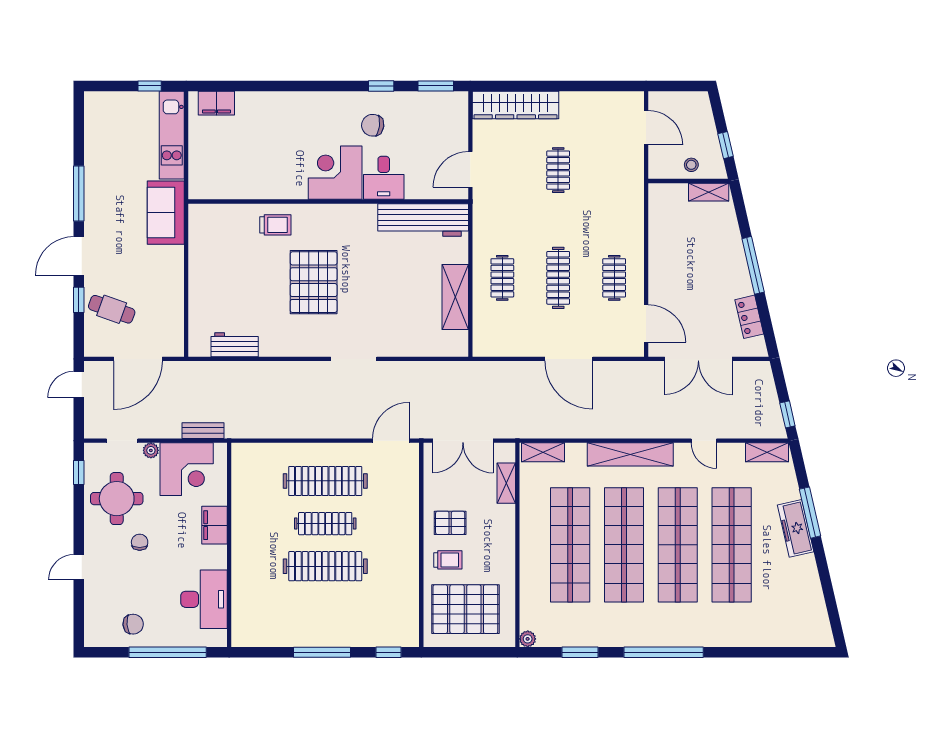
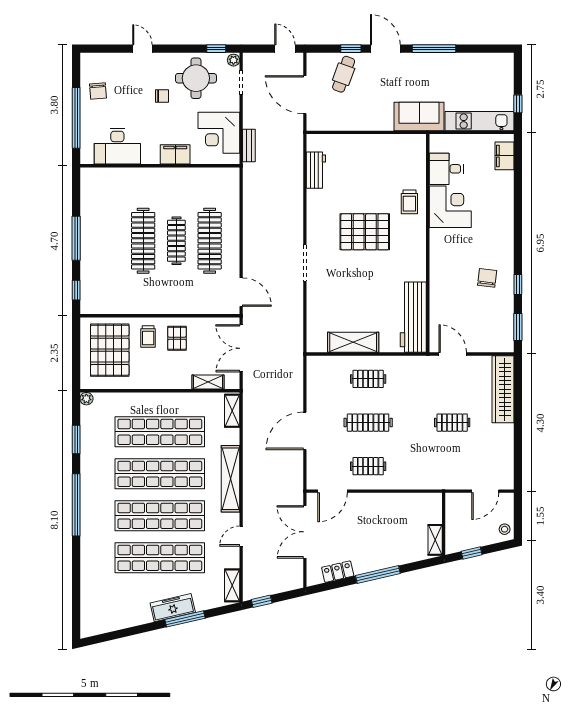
stool: (691, 165) -> (505, 529), moved
corner desk: (335, 173) -> (450, 207), moved
desk: (384, 178) -> (446, 169), moved
plant: (151, 450) -> (233, 60), moved

